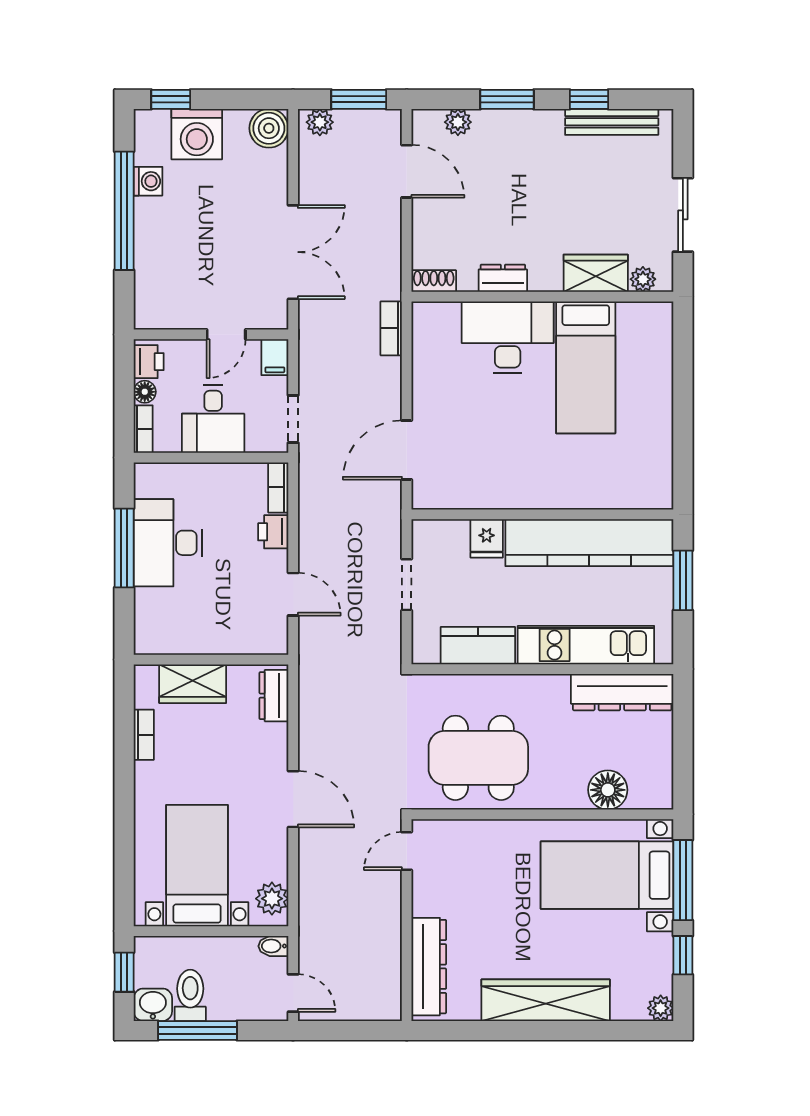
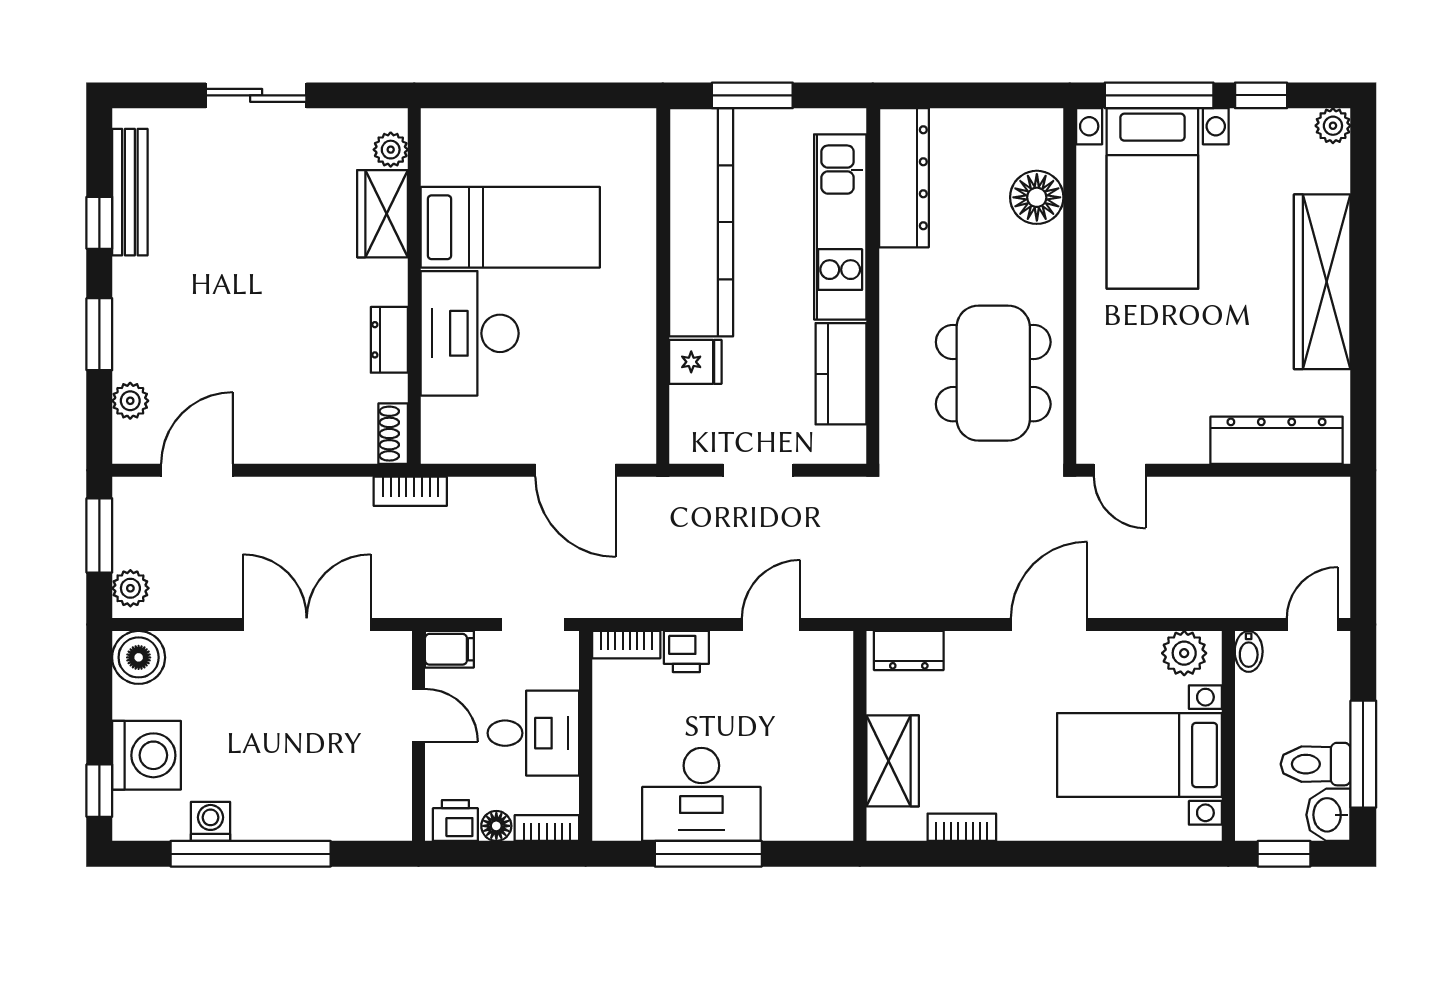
wardrobe: (596, 273) -> (383, 214), moved
dresser: (503, 278) -> (389, 340), moved
plant: (643, 279) -> (391, 150), moved
shoe rack: (434, 281) -> (393, 434), moved
wall: (542, 297) -> (414, 286), moved
desk: (508, 337) -> (470, 333), moved
bed: (586, 367) -> (510, 227), moved

